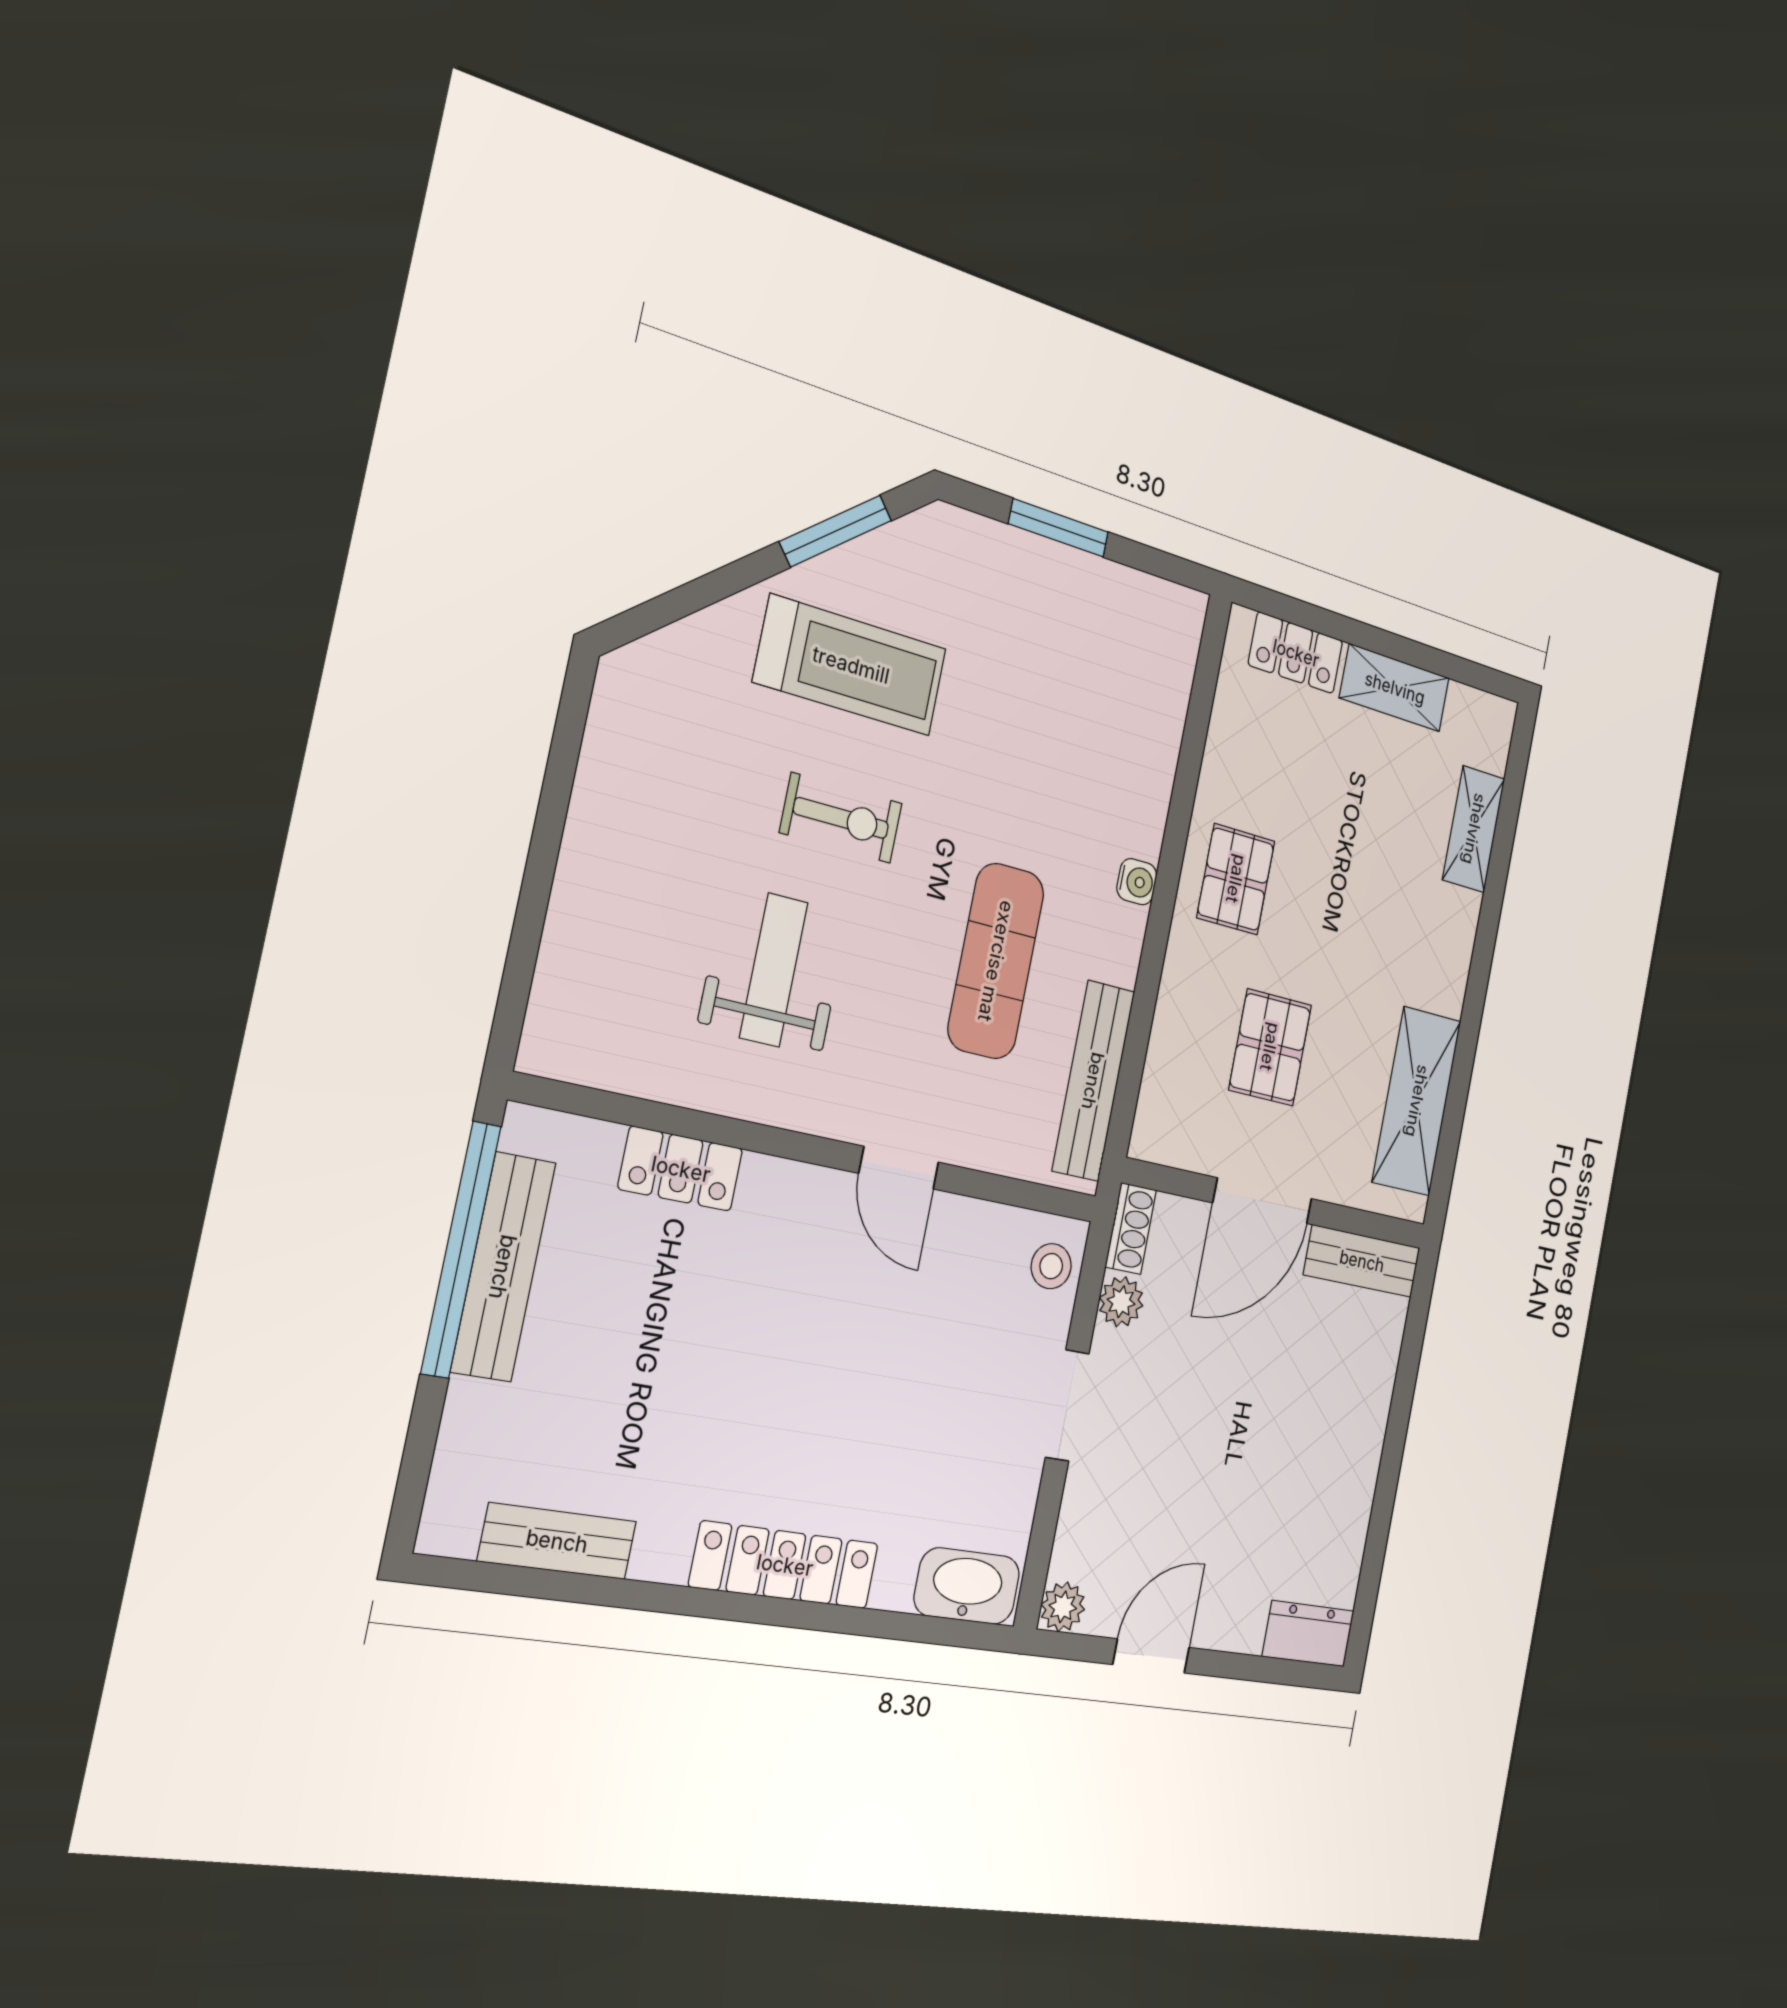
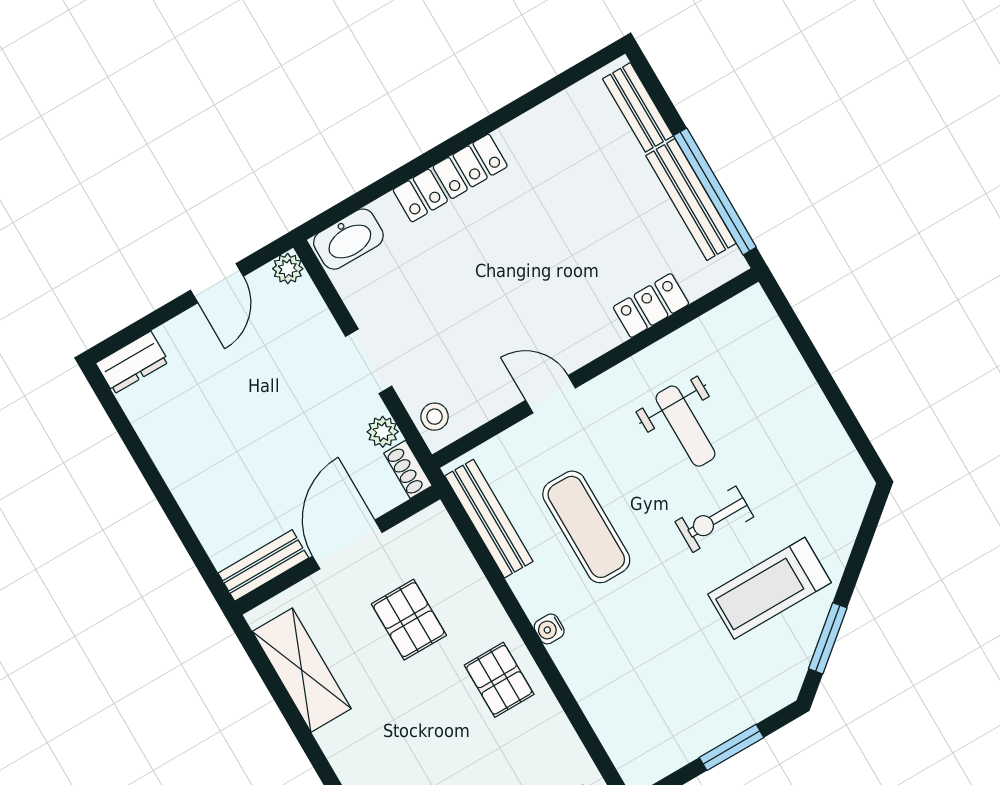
bench: (557, 1541) -> (638, 107), moved, turned 90

